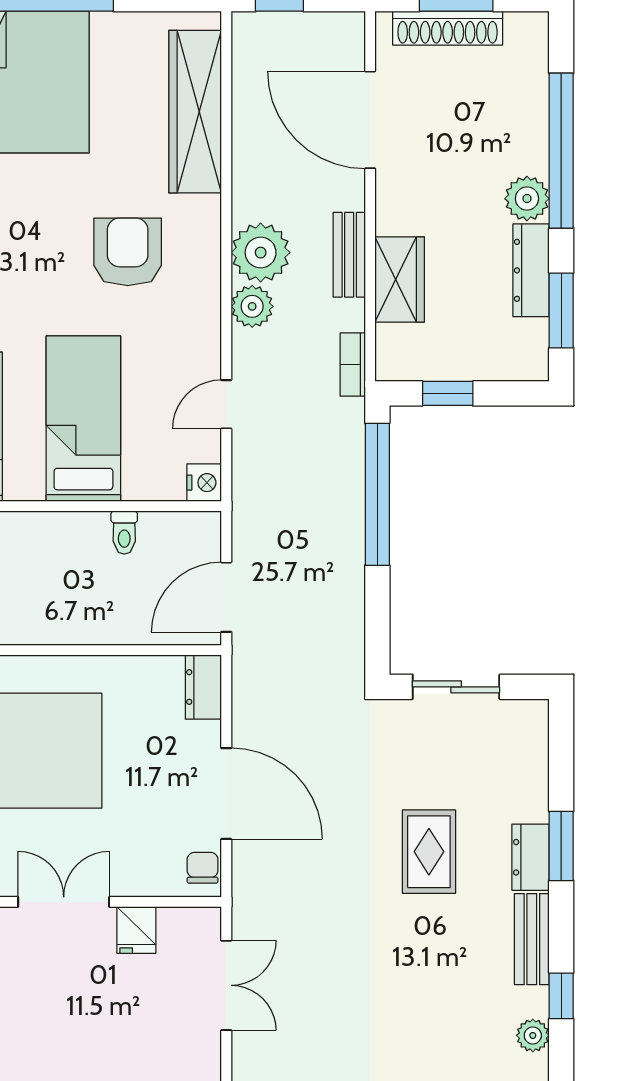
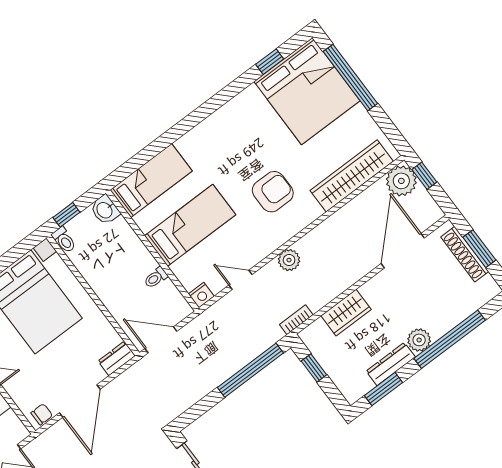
plant: (261, 253) -> (401, 181), moved
bench: (349, 255) -> (341, 284), removed

